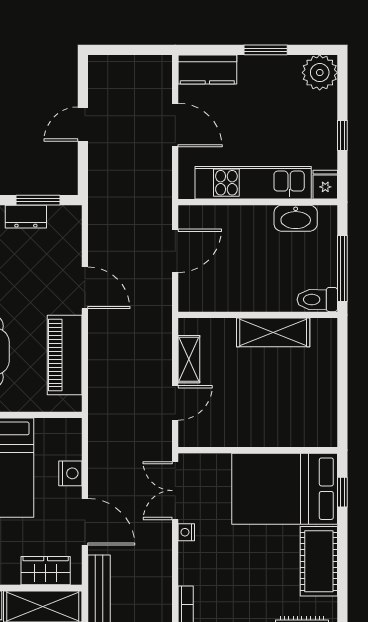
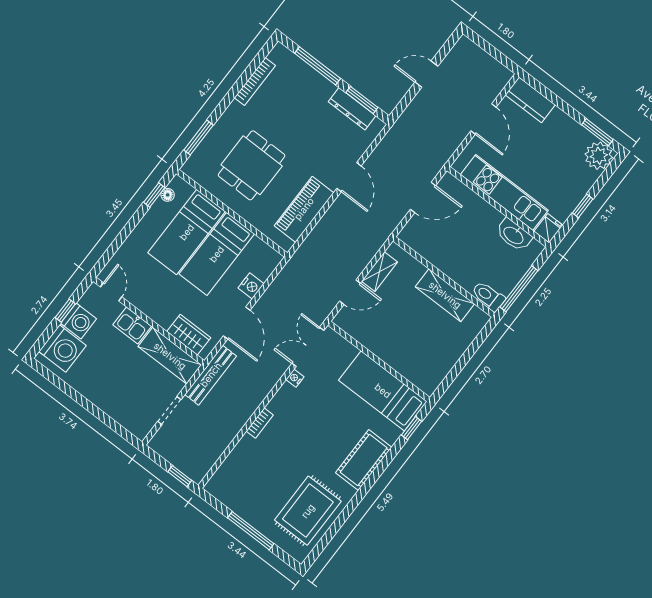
window: (266, 50) -> (597, 132), moved
dresser: (26, 217) -> (352, 109), width x1.44
bed: (285, 489) -> (383, 391), width x0.67

